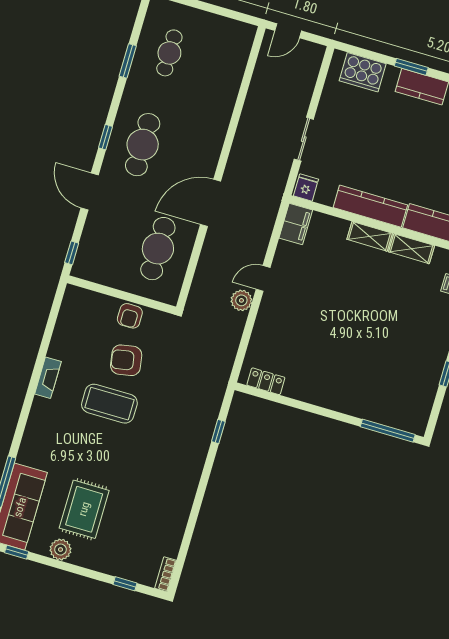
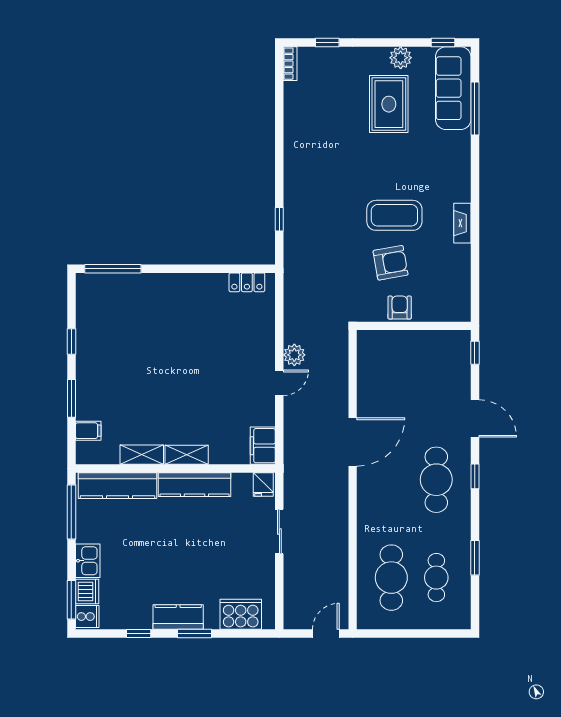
cafe table: (158, 249) -> (391, 578), moved

